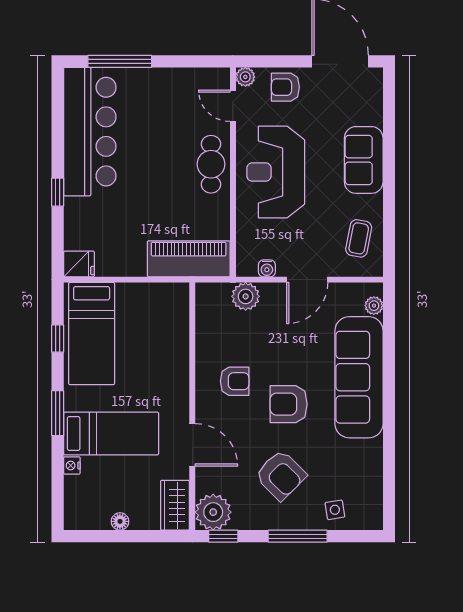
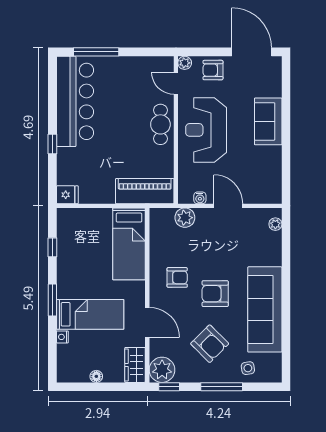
coffee table: (359, 238) -> (265, 177), removed
door: (307, 280) -> (228, 206), swing flipped
bed: (92, 334) -> (129, 244), moved
sofa: (359, 377) -> (265, 309), moved

